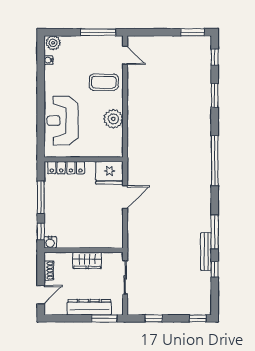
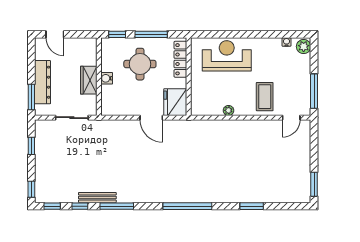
window: (215, 57) -> (52, 206), moved
plant: (113, 119) -> (228, 110), width x0.53, depth x0.53
round table: (71, 208) -> (140, 64), added
water cooler: (50, 242) -> (107, 78), moved
shoe rack: (49, 271) -> (79, 42), removed

